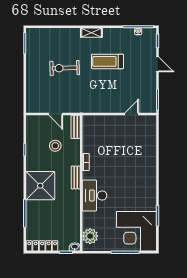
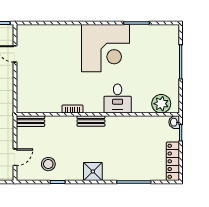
door: (56, 114) -> (15, 157), moved
stool: (55, 146) -> (48, 164), moved
shower: (40, 186) -> (93, 171), width x0.54, depth x0.54
desk: (95, 196) -> (118, 98), width x0.73
corner desk: (137, 231) -> (106, 48), moved

